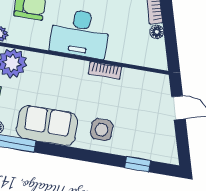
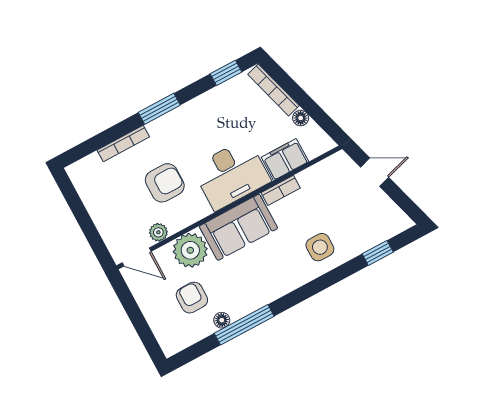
filing cabinet: (124, 52) -> (285, 159), added
sofa: (47, 126) -> (238, 227), moved, turned 180

